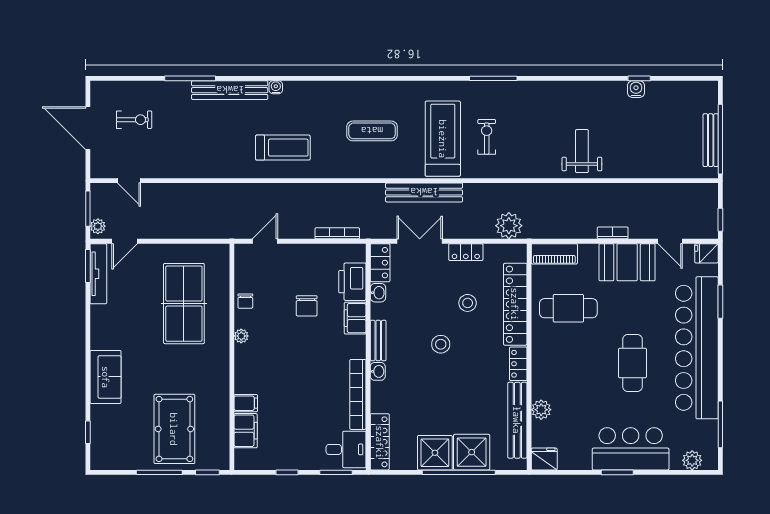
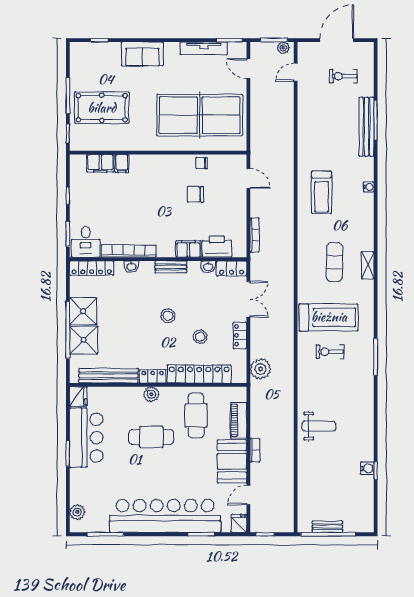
shelving: (376, 89) -> (368, 265), added
bench: (230, 90) -> (366, 127), moved
exercise bike: (134, 120) -> (343, 76), turned 90
exercise bike: (487, 137) -> (330, 352), turned 180
bench: (711, 140) -> (327, 527), width x0.73
bench: (424, 192) -> (286, 303), removed
plant: (98, 226) -> (283, 48), moved
piano: (554, 254) -> (239, 420), moved
tv unit: (98, 274) -> (204, 48), moved
table tennis table: (184, 304) -> (200, 115), width x1.36, depth x1.32
chair: (307, 306) -> (195, 194), moved
plant: (241, 336) -> (174, 160), removed
cafe table: (632, 363) -> (151, 437), moved
washbasin: (378, 371) -> (131, 267), moved
plant: (541, 410) -> (151, 394), moved
bar counter: (631, 449) -> (86, 438), moved

